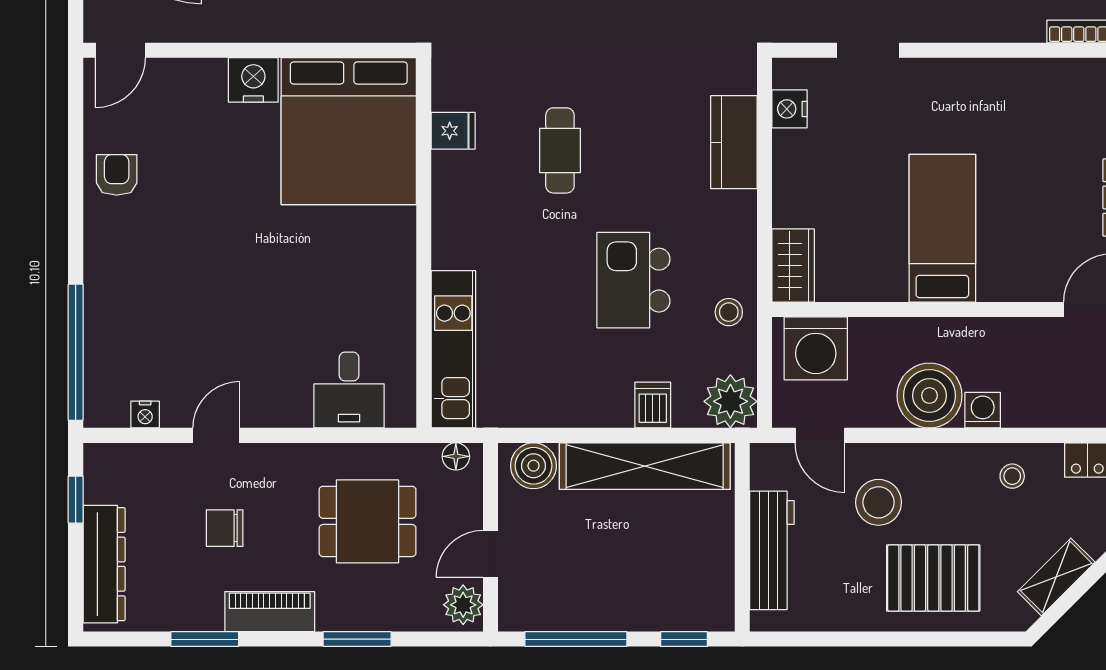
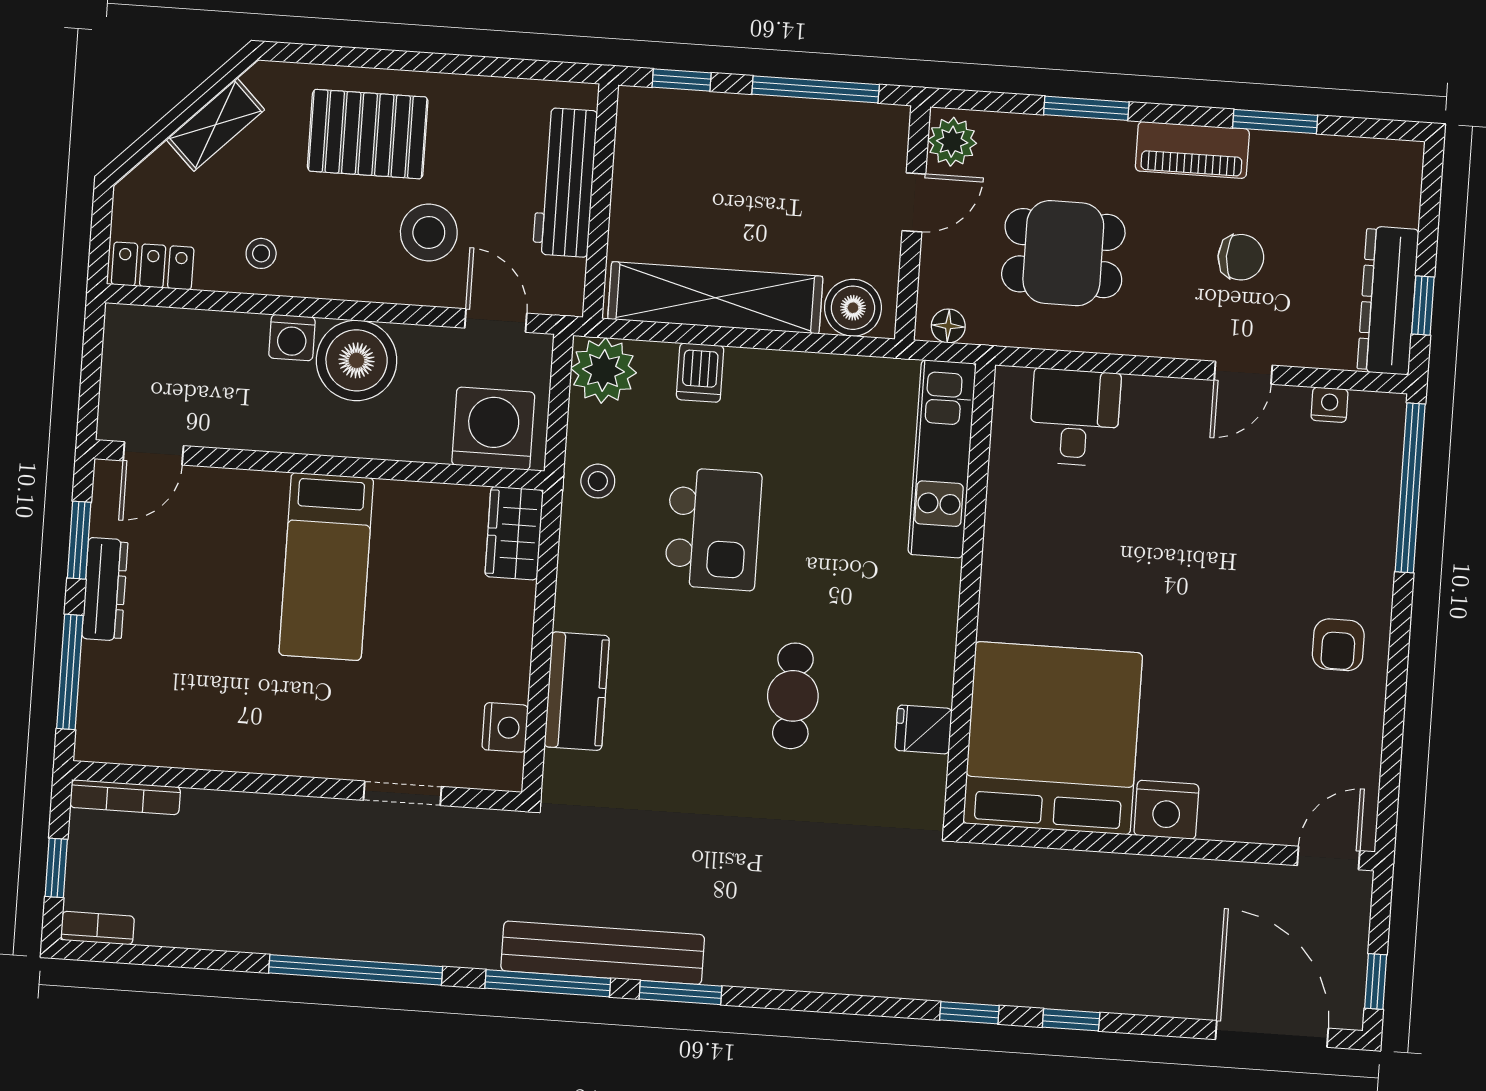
armchair: (117, 175) -> (1338, 645), moved
dresser: (104, 564) -> (1388, 300), moved

